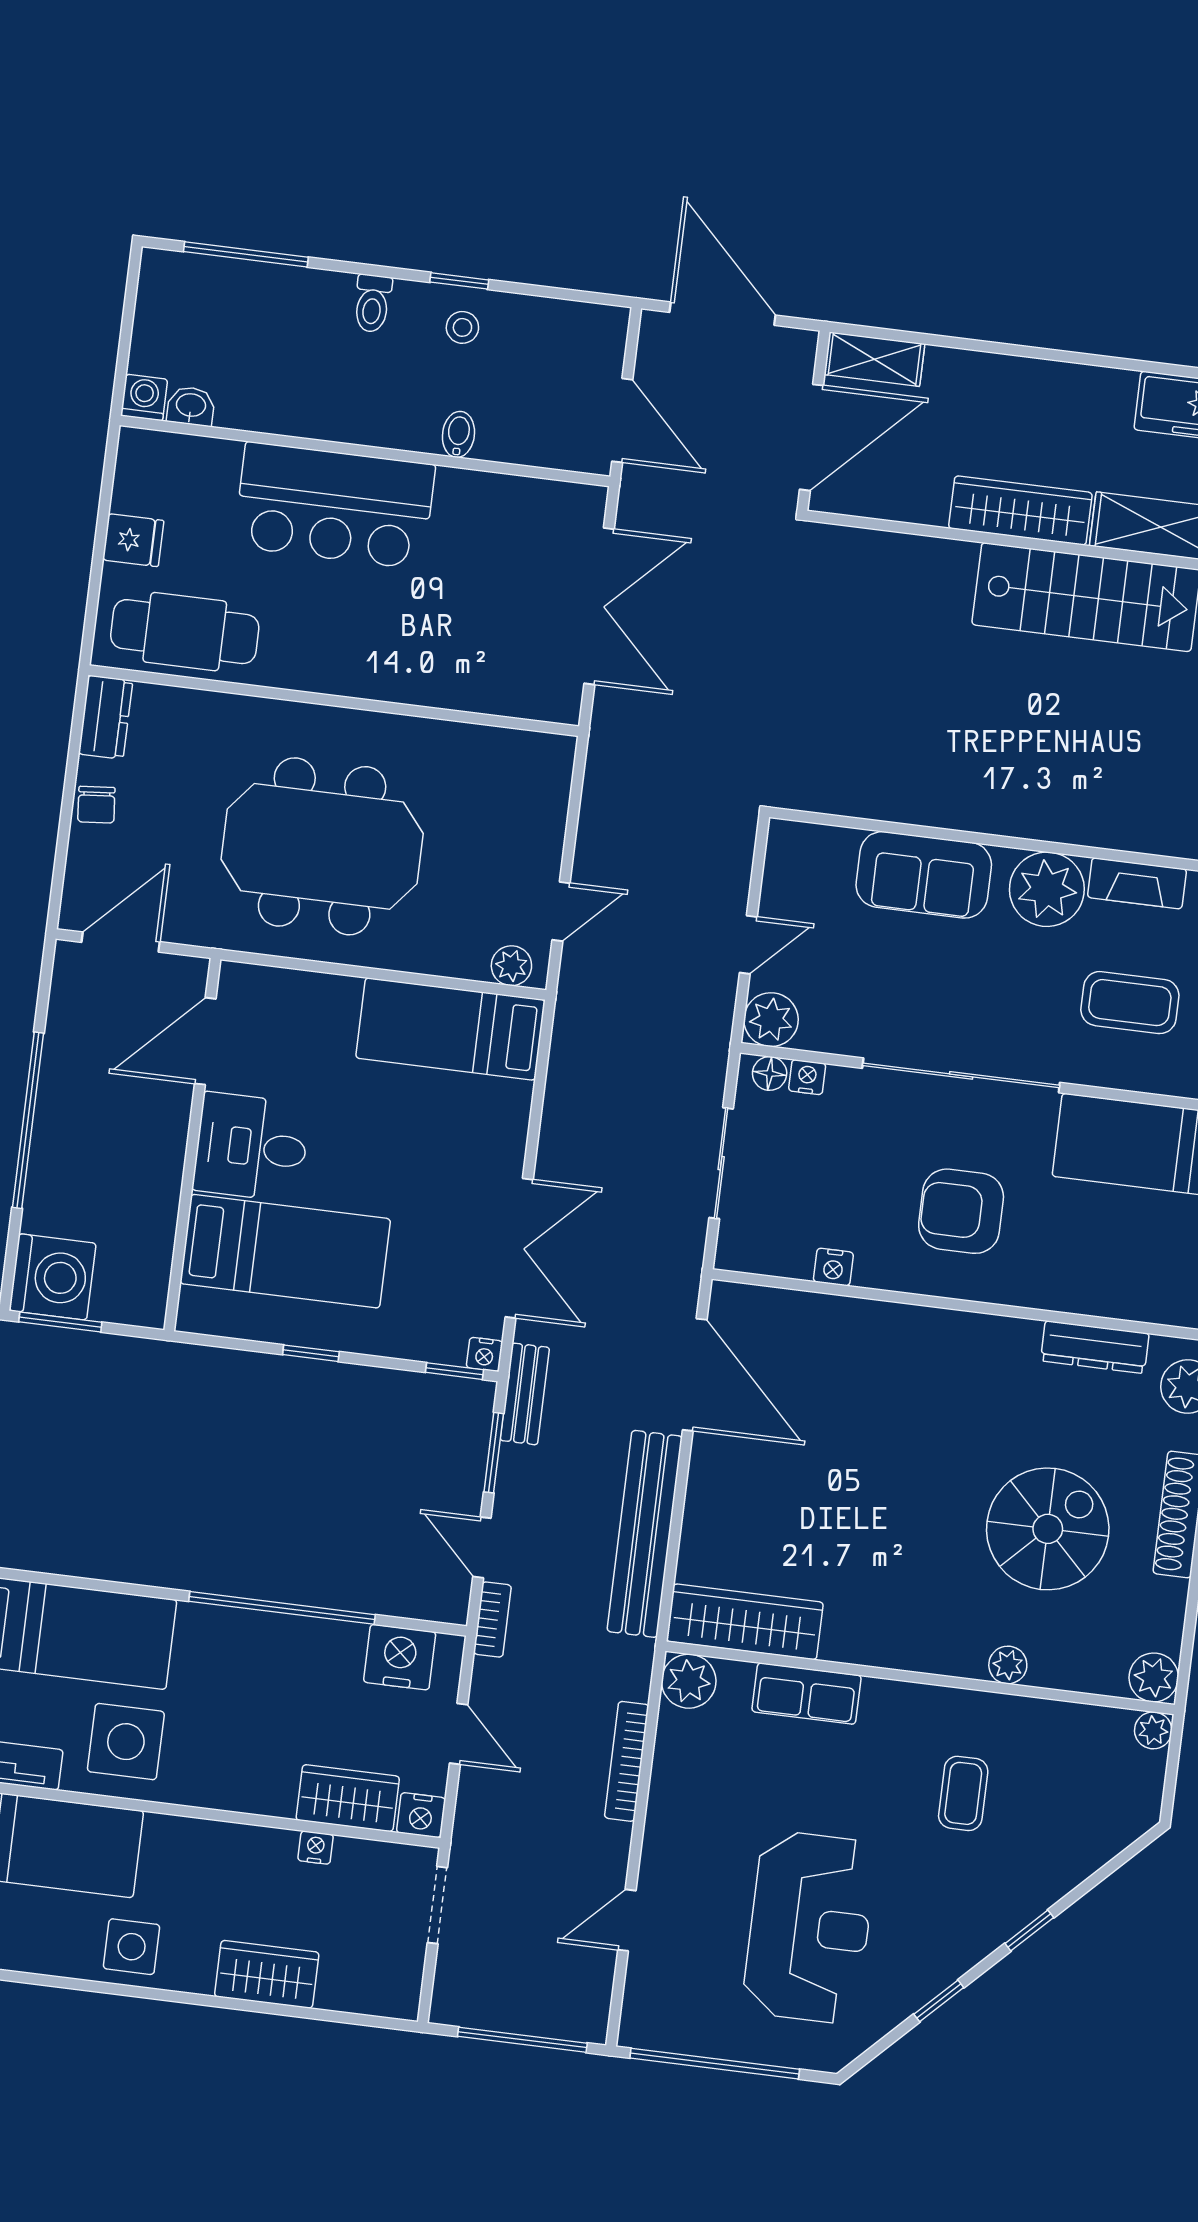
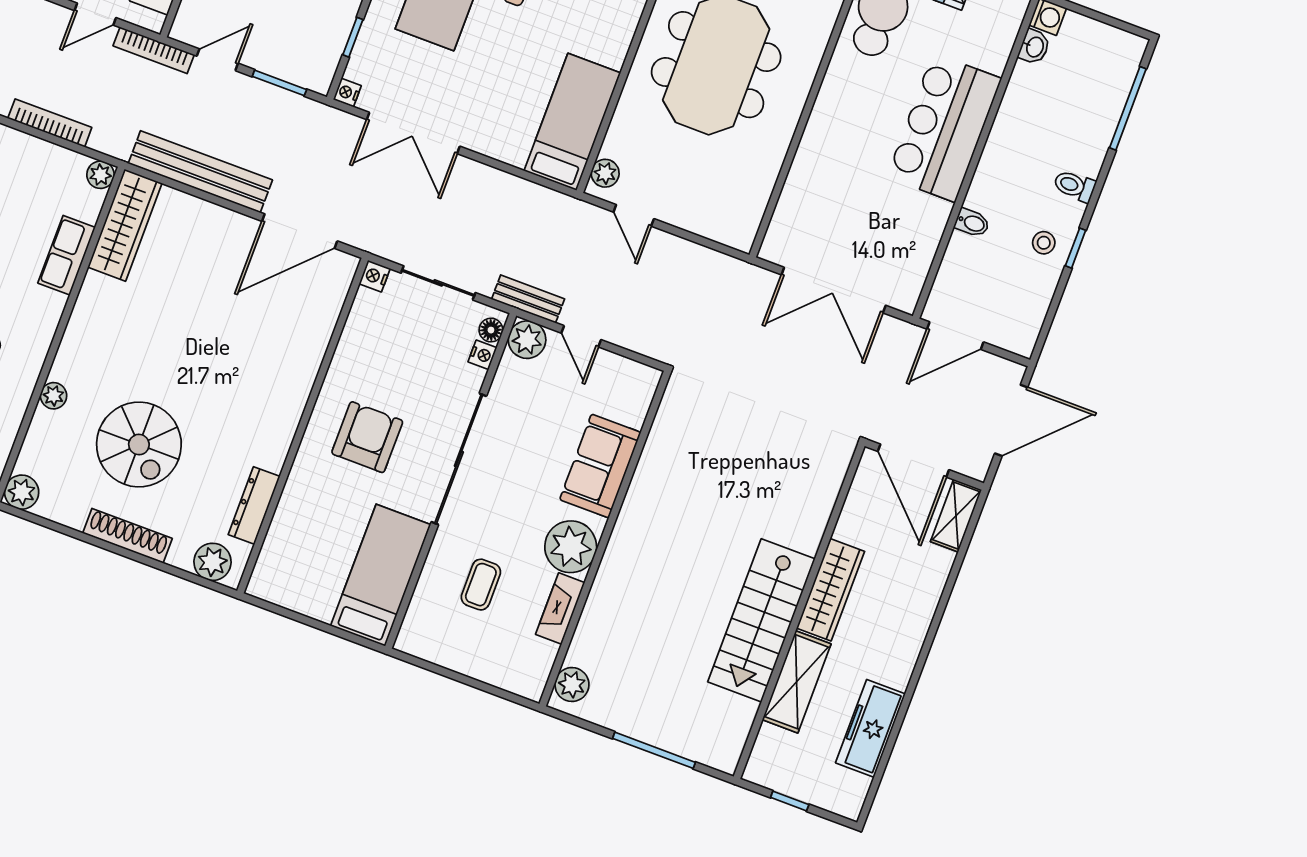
coffee table: (1130, 1003) -> (481, 585), width x0.73, depth x0.77
nightstand: (833, 1267) -> (375, 276), moved
window: (454, 1371) -> (353, 37), moved
bench: (525, 1394) -> (528, 299), moved
bookcase: (492, 1620) -> (154, 50), width x1.56
plant: (689, 1681) -> (100, 175), width x0.73, depth x0.73

